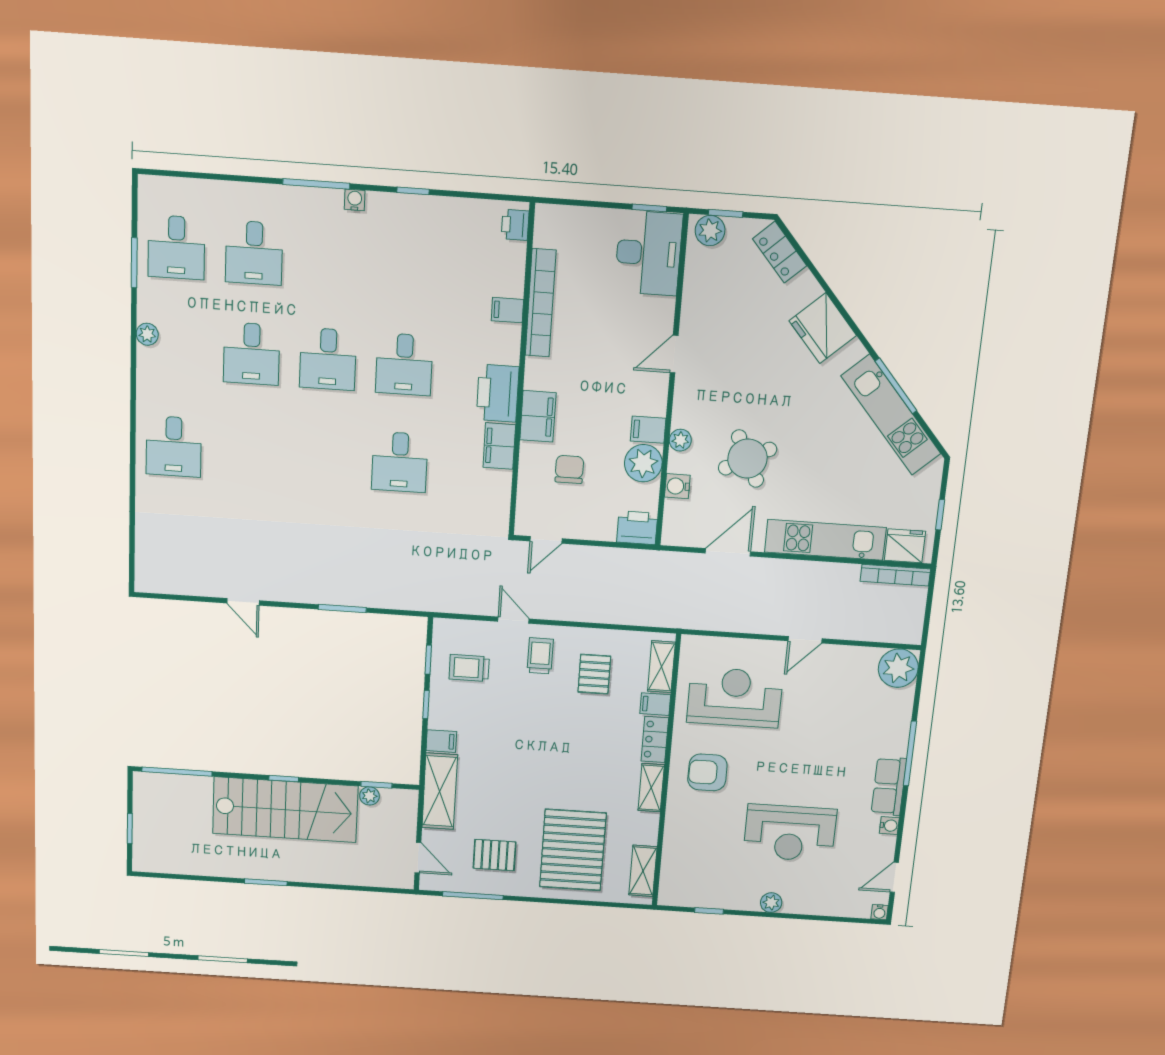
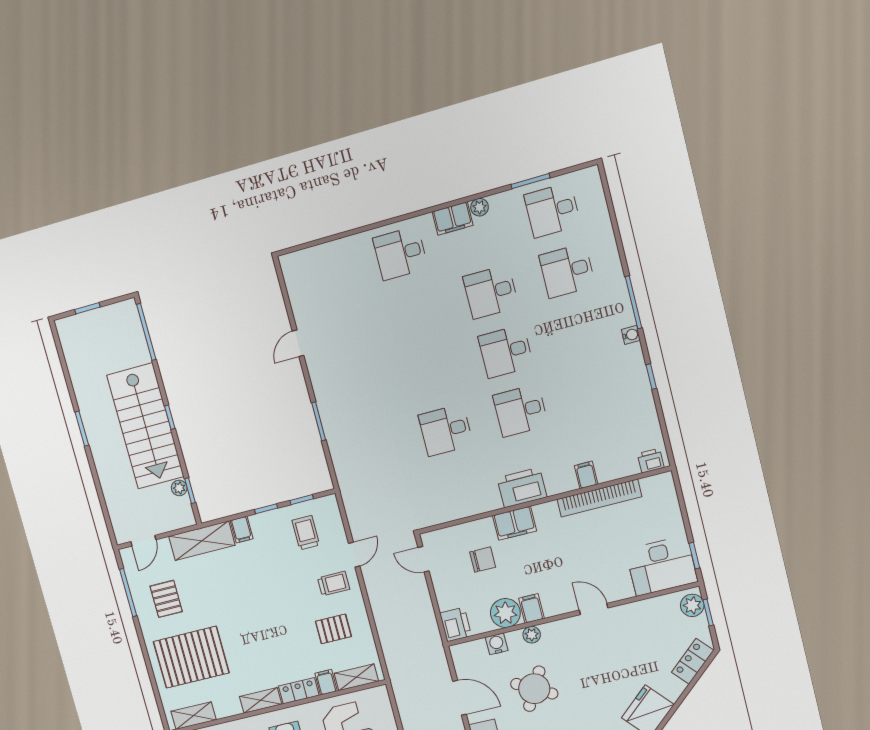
filing cabinet: (499, 446) -> (453, 219), moved, turned 180
round table: (748, 459) -> (534, 689), turned -34

